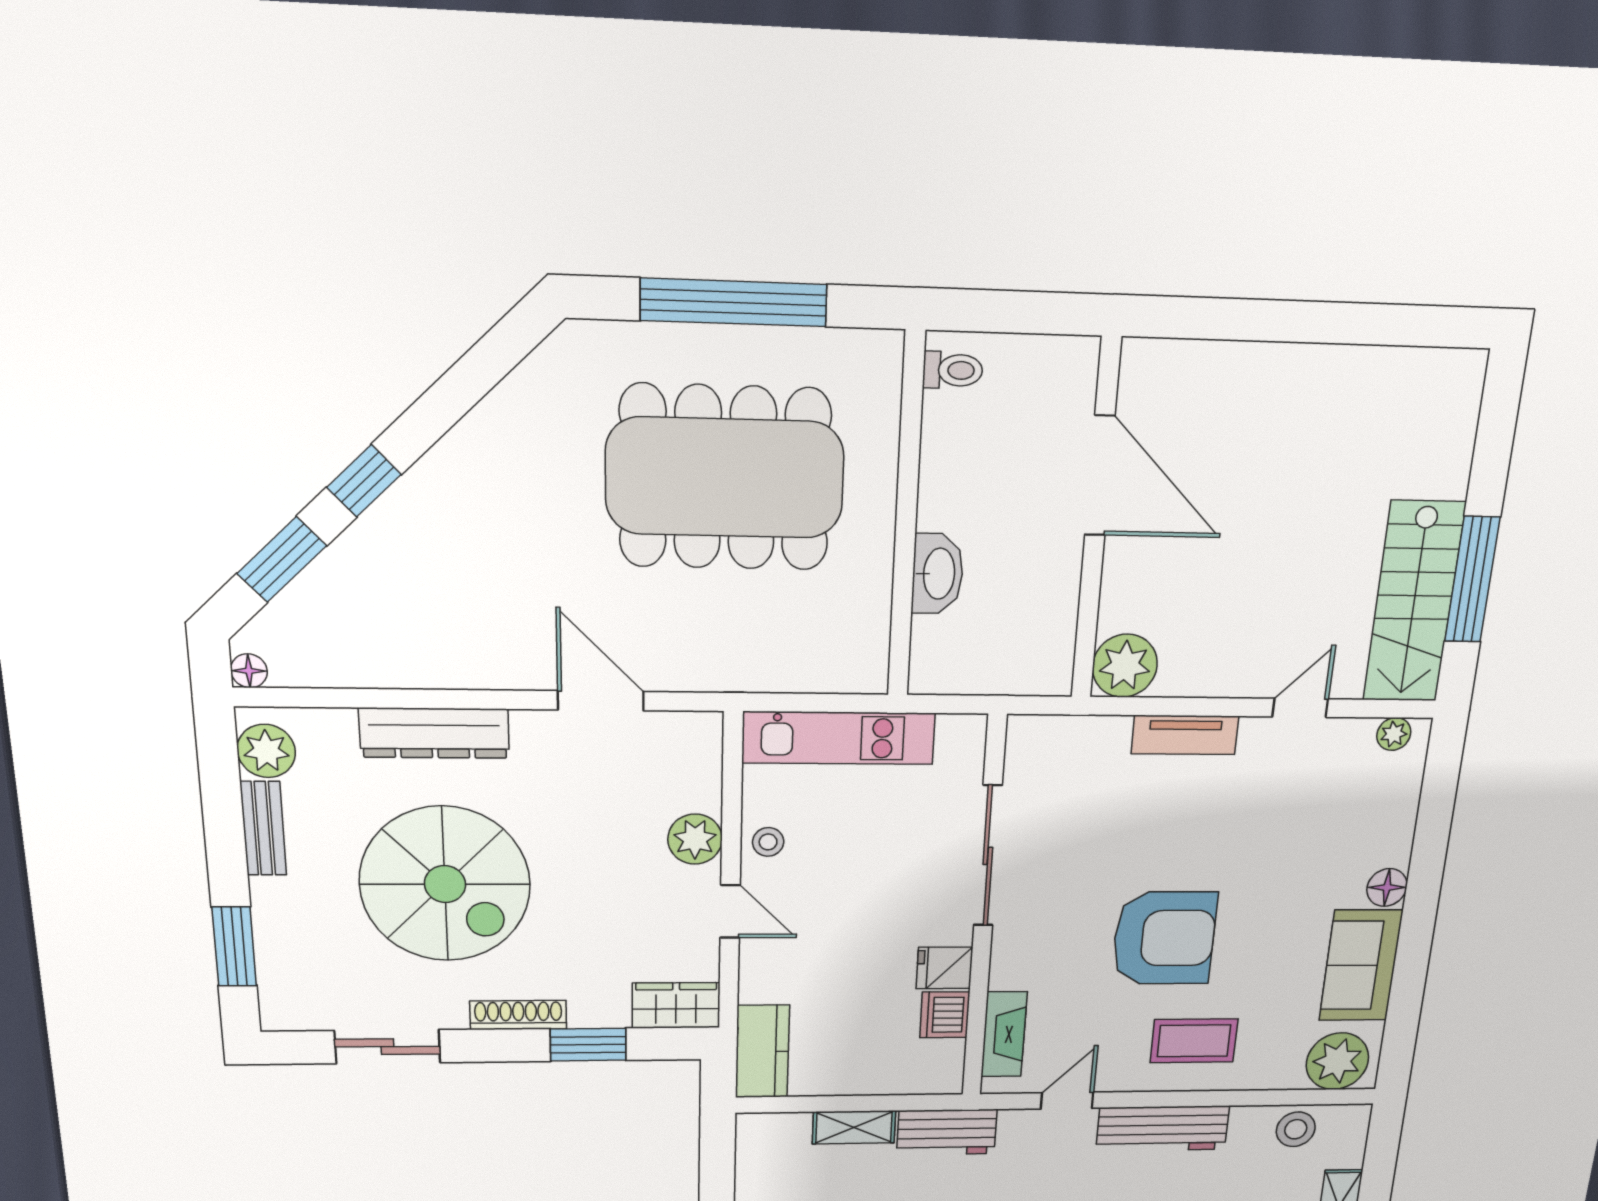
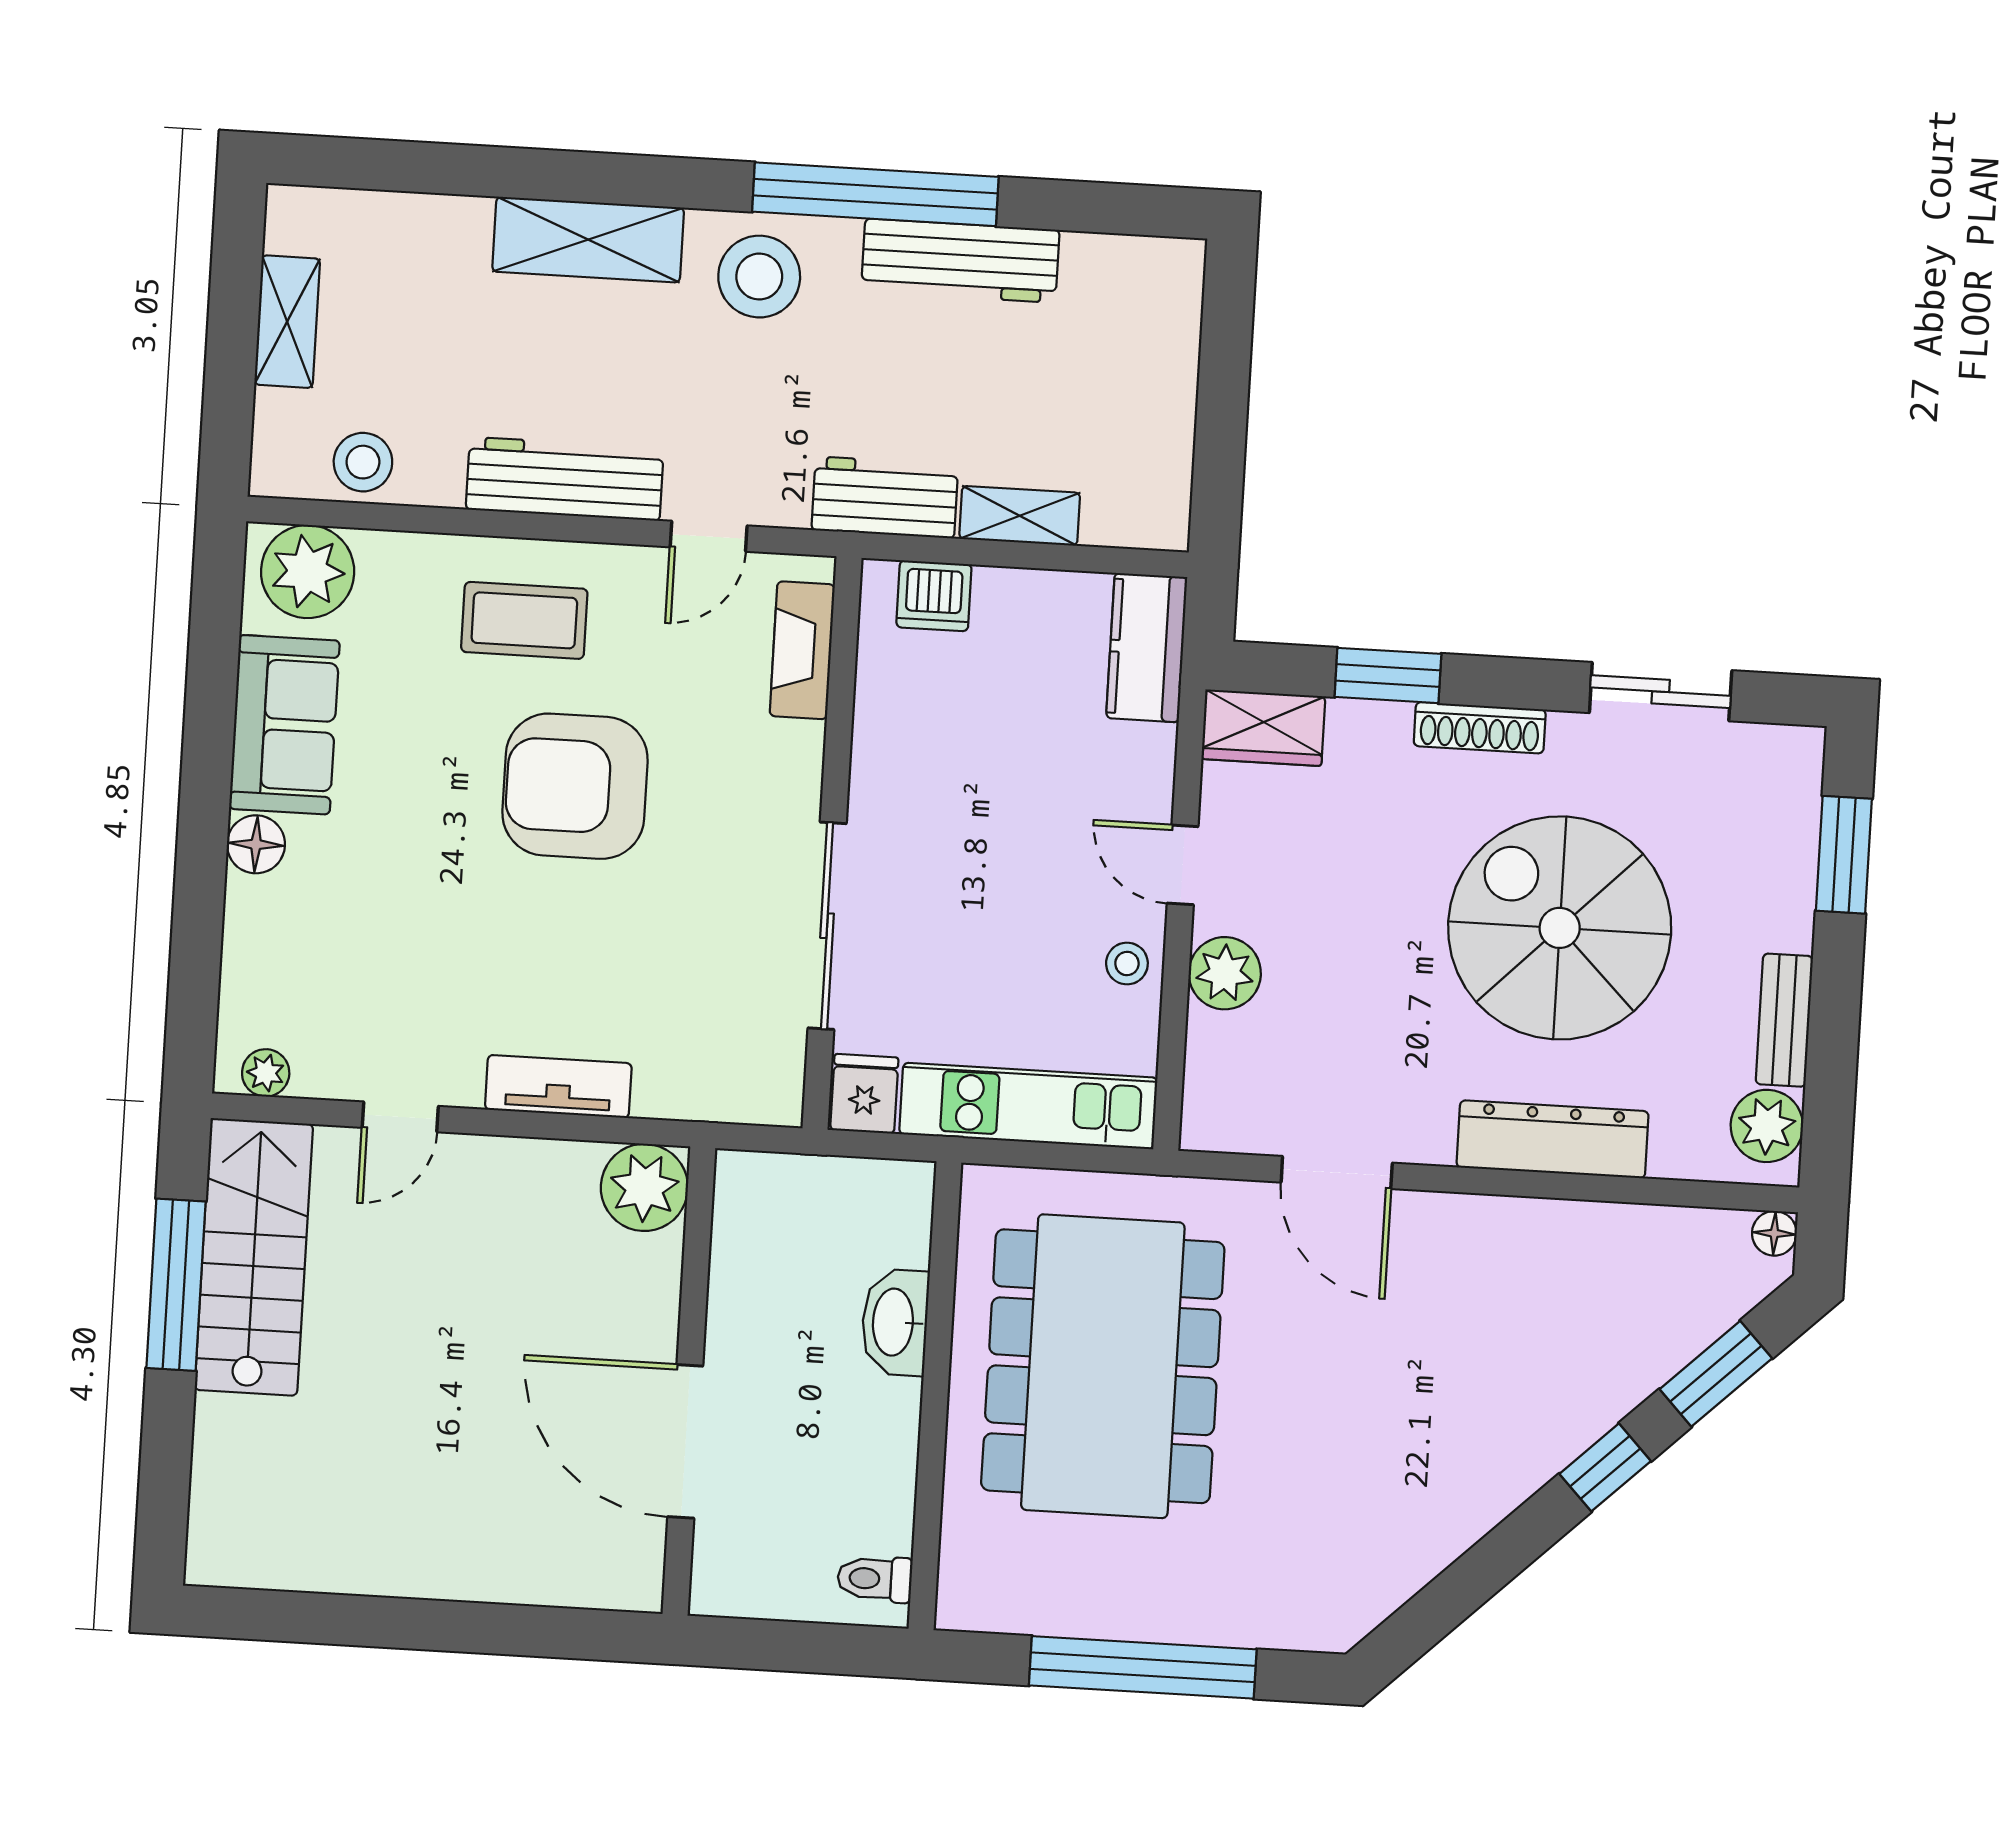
dining table: (725, 478) -> (1103, 1366), moved, turned 90
fridge: (944, 968) -> (864, 1094), moved, turned -90
dishwasher: (945, 1015) -> (934, 596), moved, turned 90

